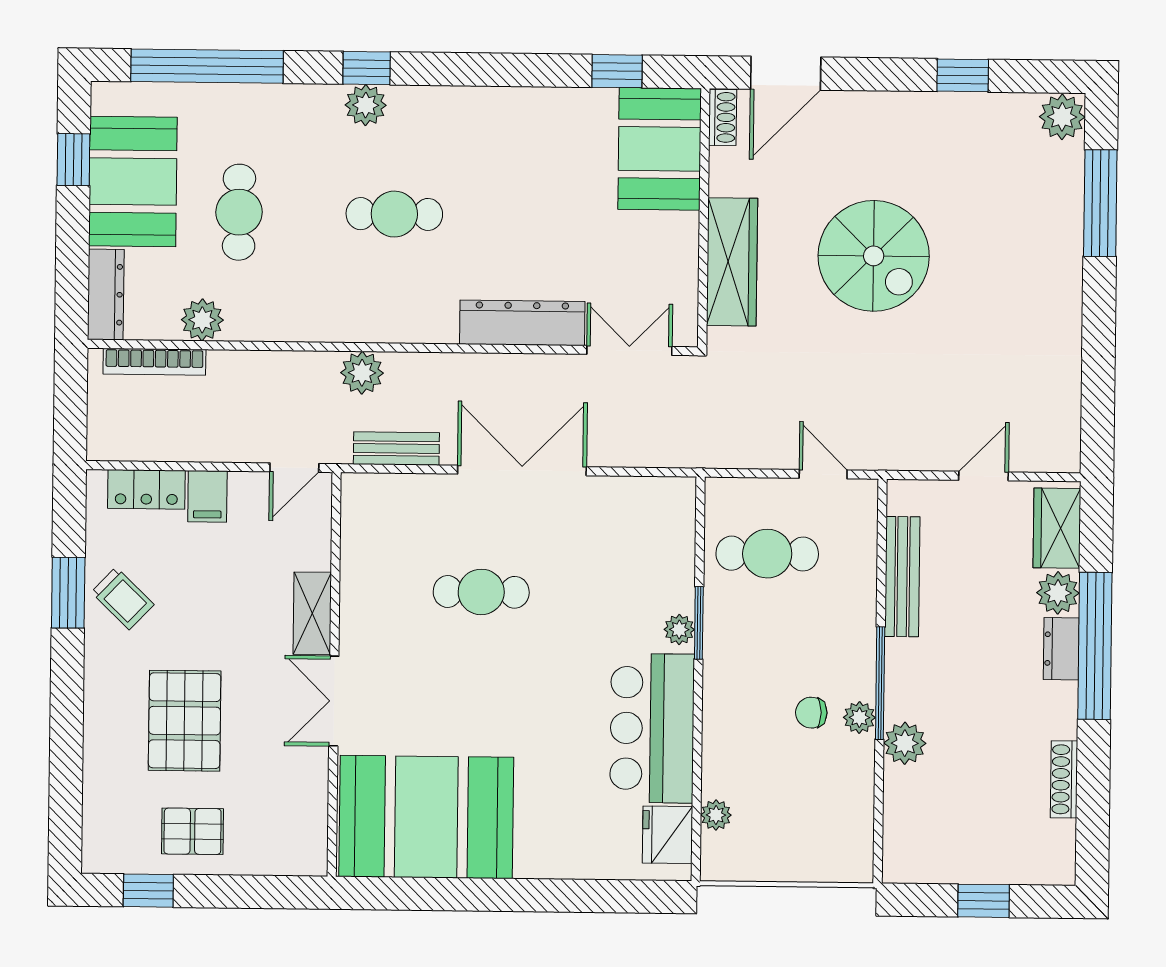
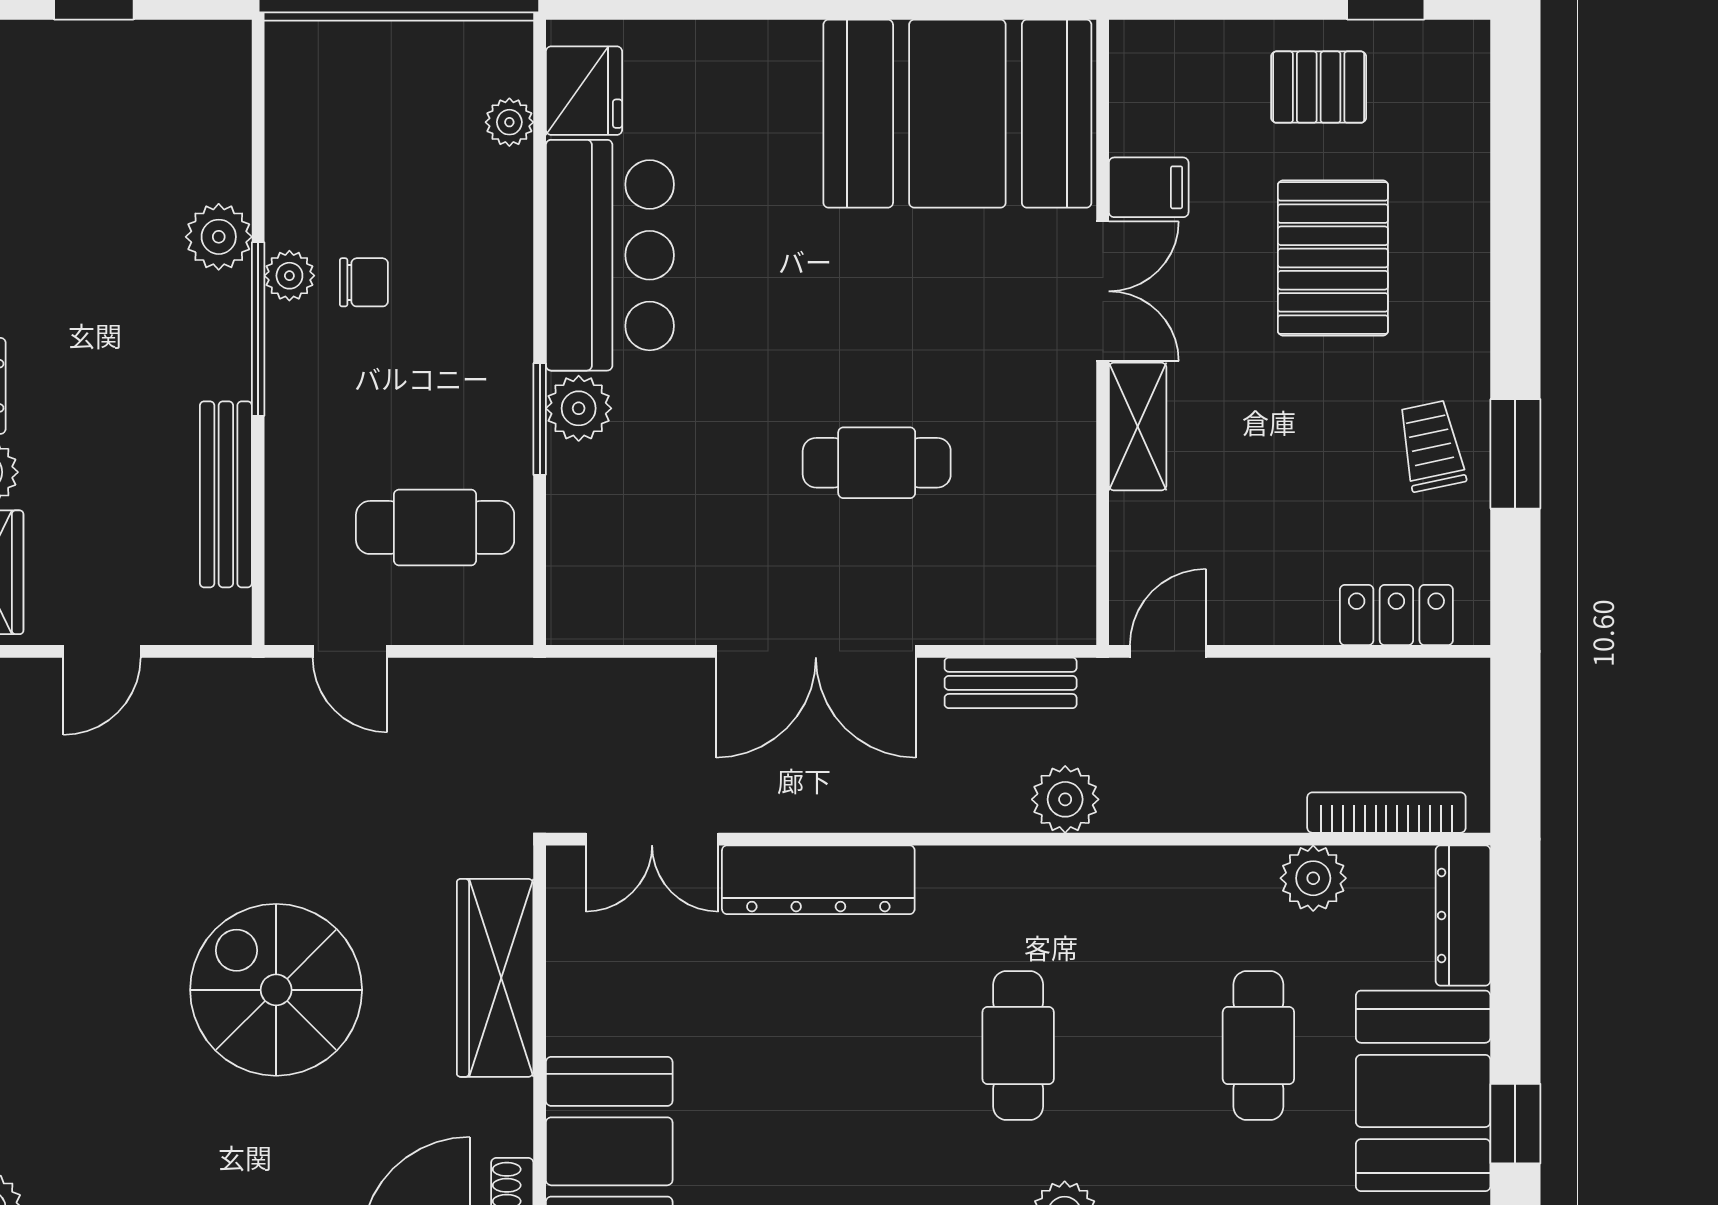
cafe table: (394, 214) -> (1018, 1045), turned 90
filing cabinet: (207, 496) -> (1149, 187), moved, turned 90
trolley: (123, 598) -> (1431, 446), turned 34
plant: (679, 630) -> (579, 408), width x1.38, depth x1.38

